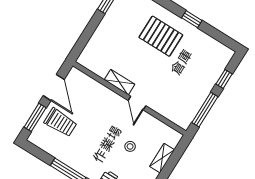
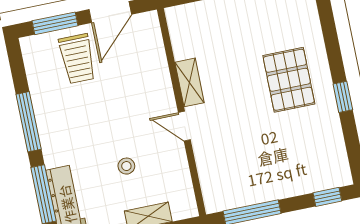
window: (224, 79) -> (327, 197), moved
door: (137, 103) -> (184, 126), hinge flipped

